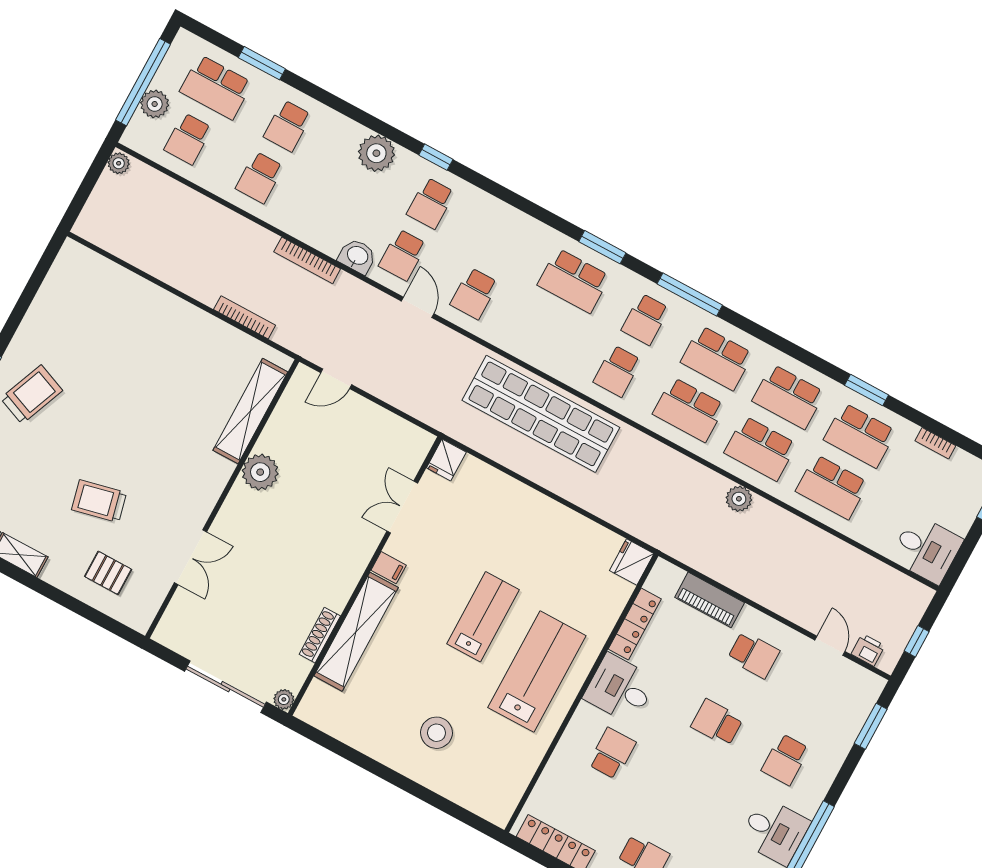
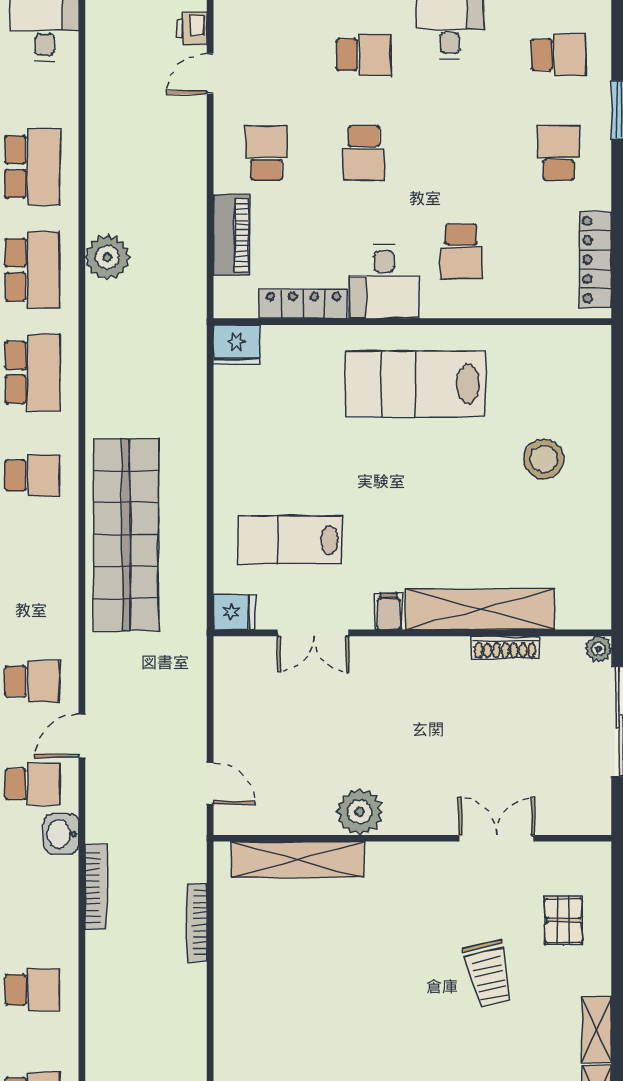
plant: (739, 499) -> (107, 257), width x1.36, depth x1.36
lab bench: (483, 617) -> (290, 540), moved
school desk: (612, 753) -> (461, 251), turned -90

